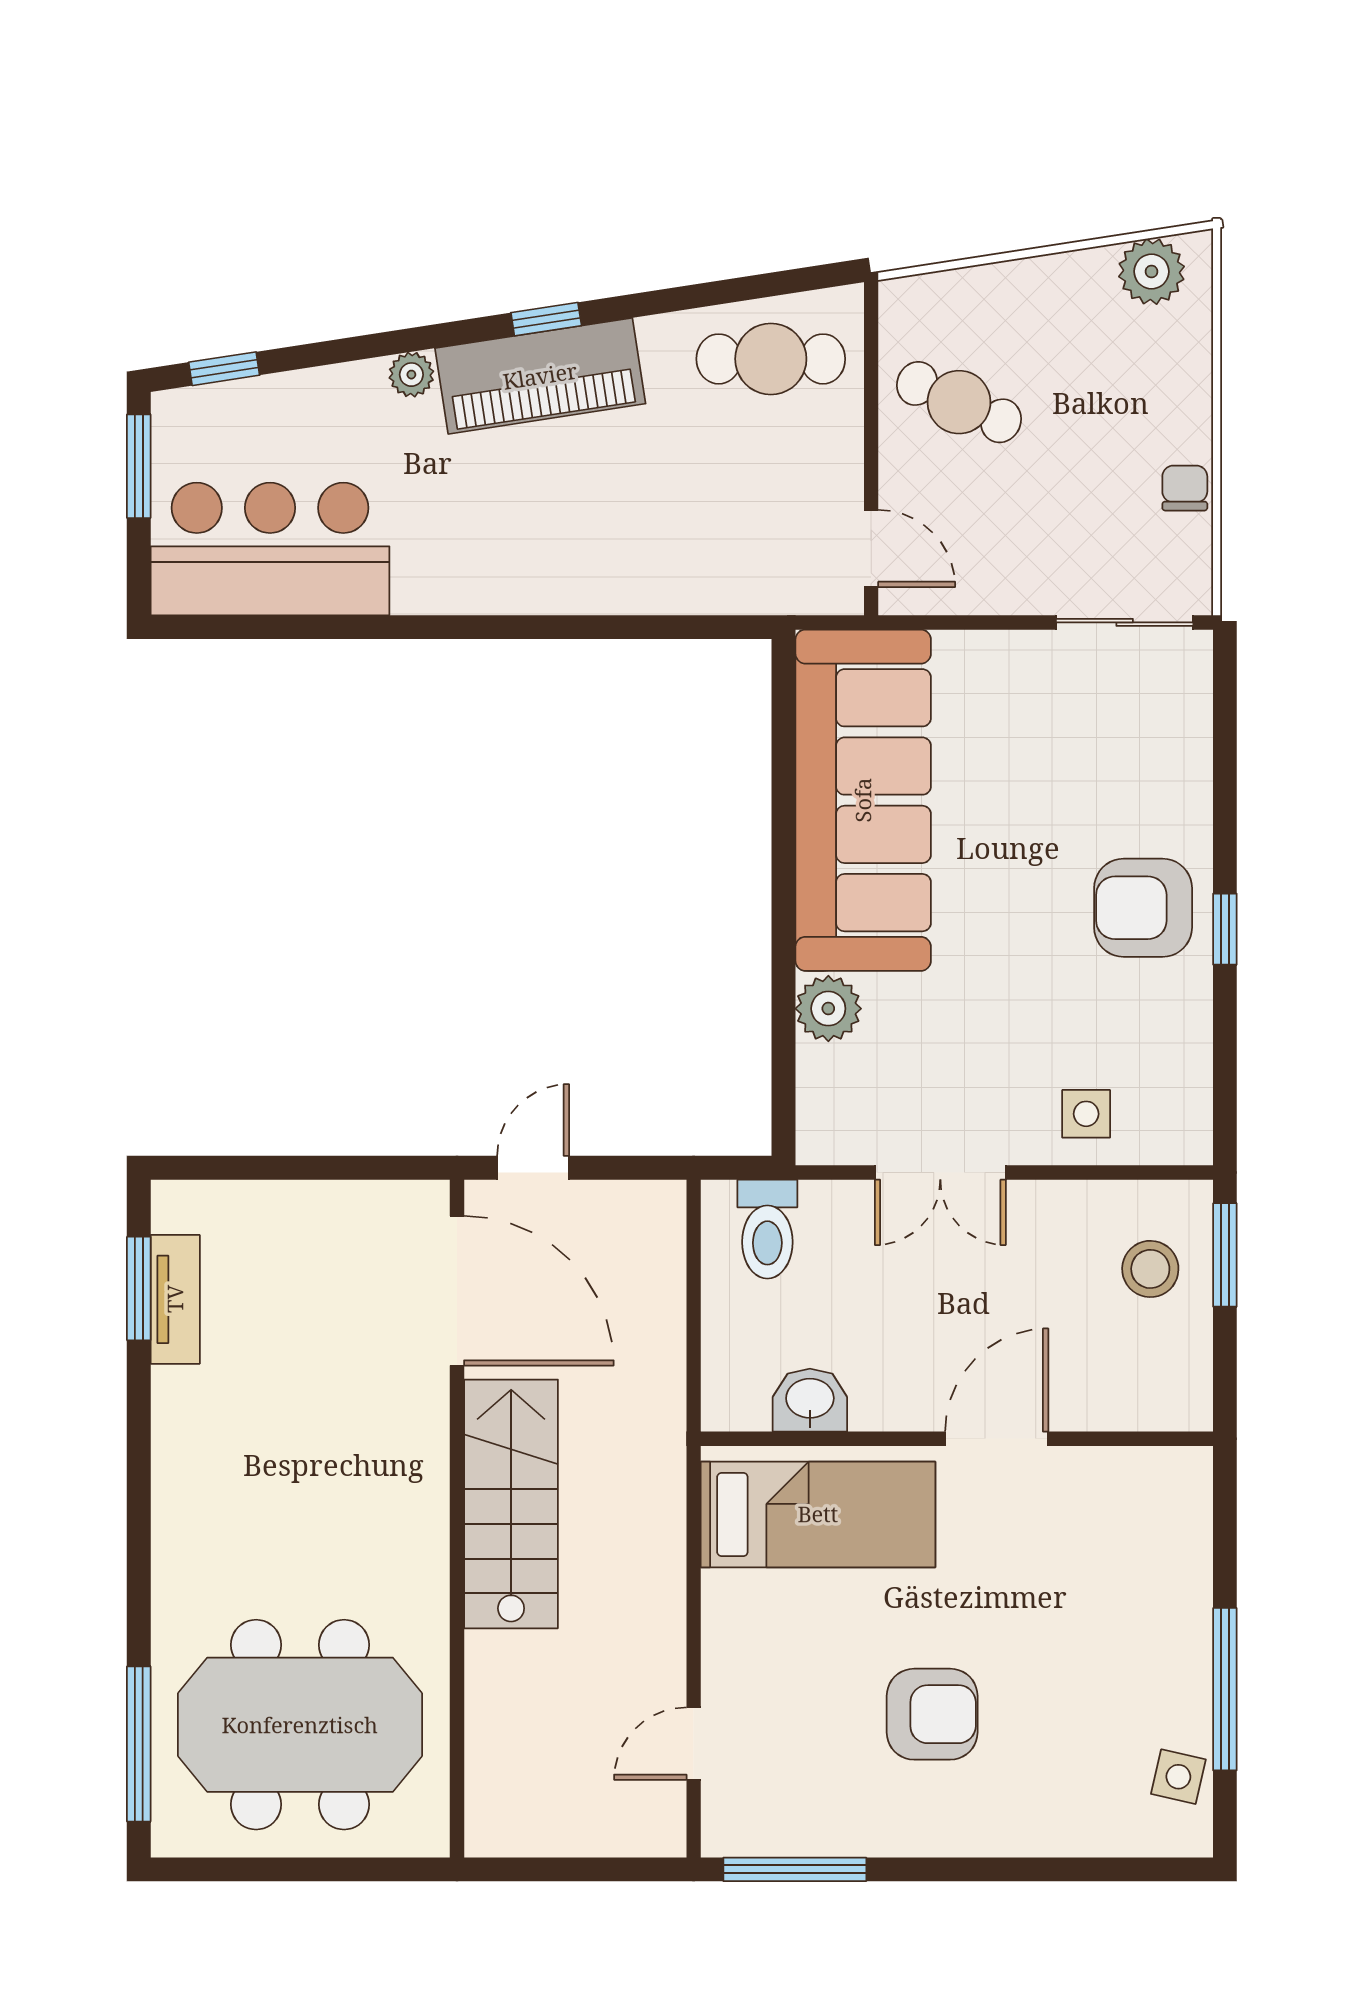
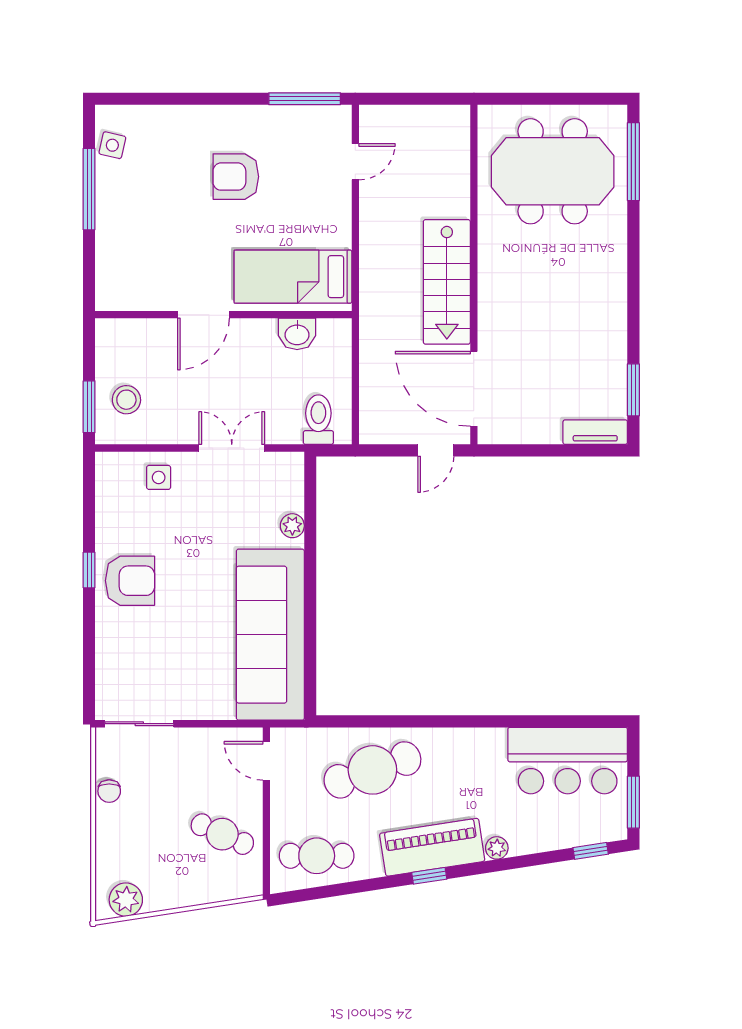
cafe table: (659, 530) -> (372, 770), added
plant: (828, 1009) -> (292, 526), width x0.73, depth x0.73
tv unit: (175, 1299) -> (595, 432), moved, turned 90

